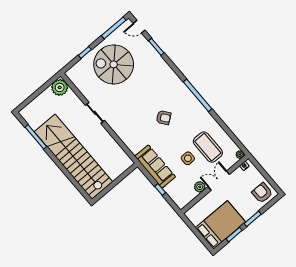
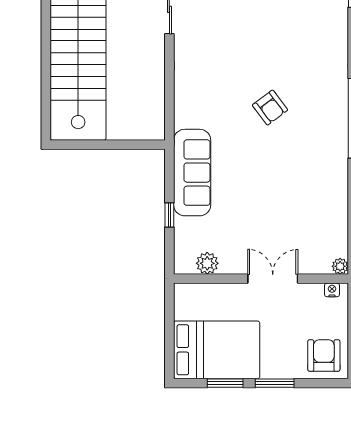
coffee table: (208, 147) -> (300, 212), removed
side table: (188, 158) -> (254, 203), removed
plant: (200, 187) -> (207, 263), moved

